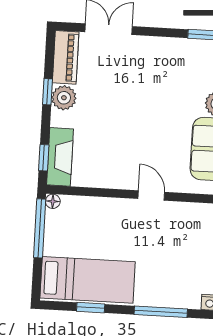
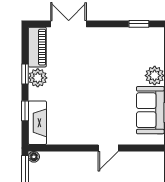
window: (44, 158) -> (25, 111), moved
door: (151, 195) -> (108, 148), swing flipped

